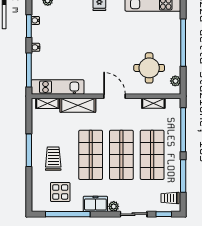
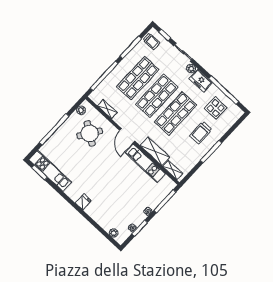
round table: (149, 68) -> (90, 133), turned 34
kitchen unit: (58, 87) -> (145, 163), moved

